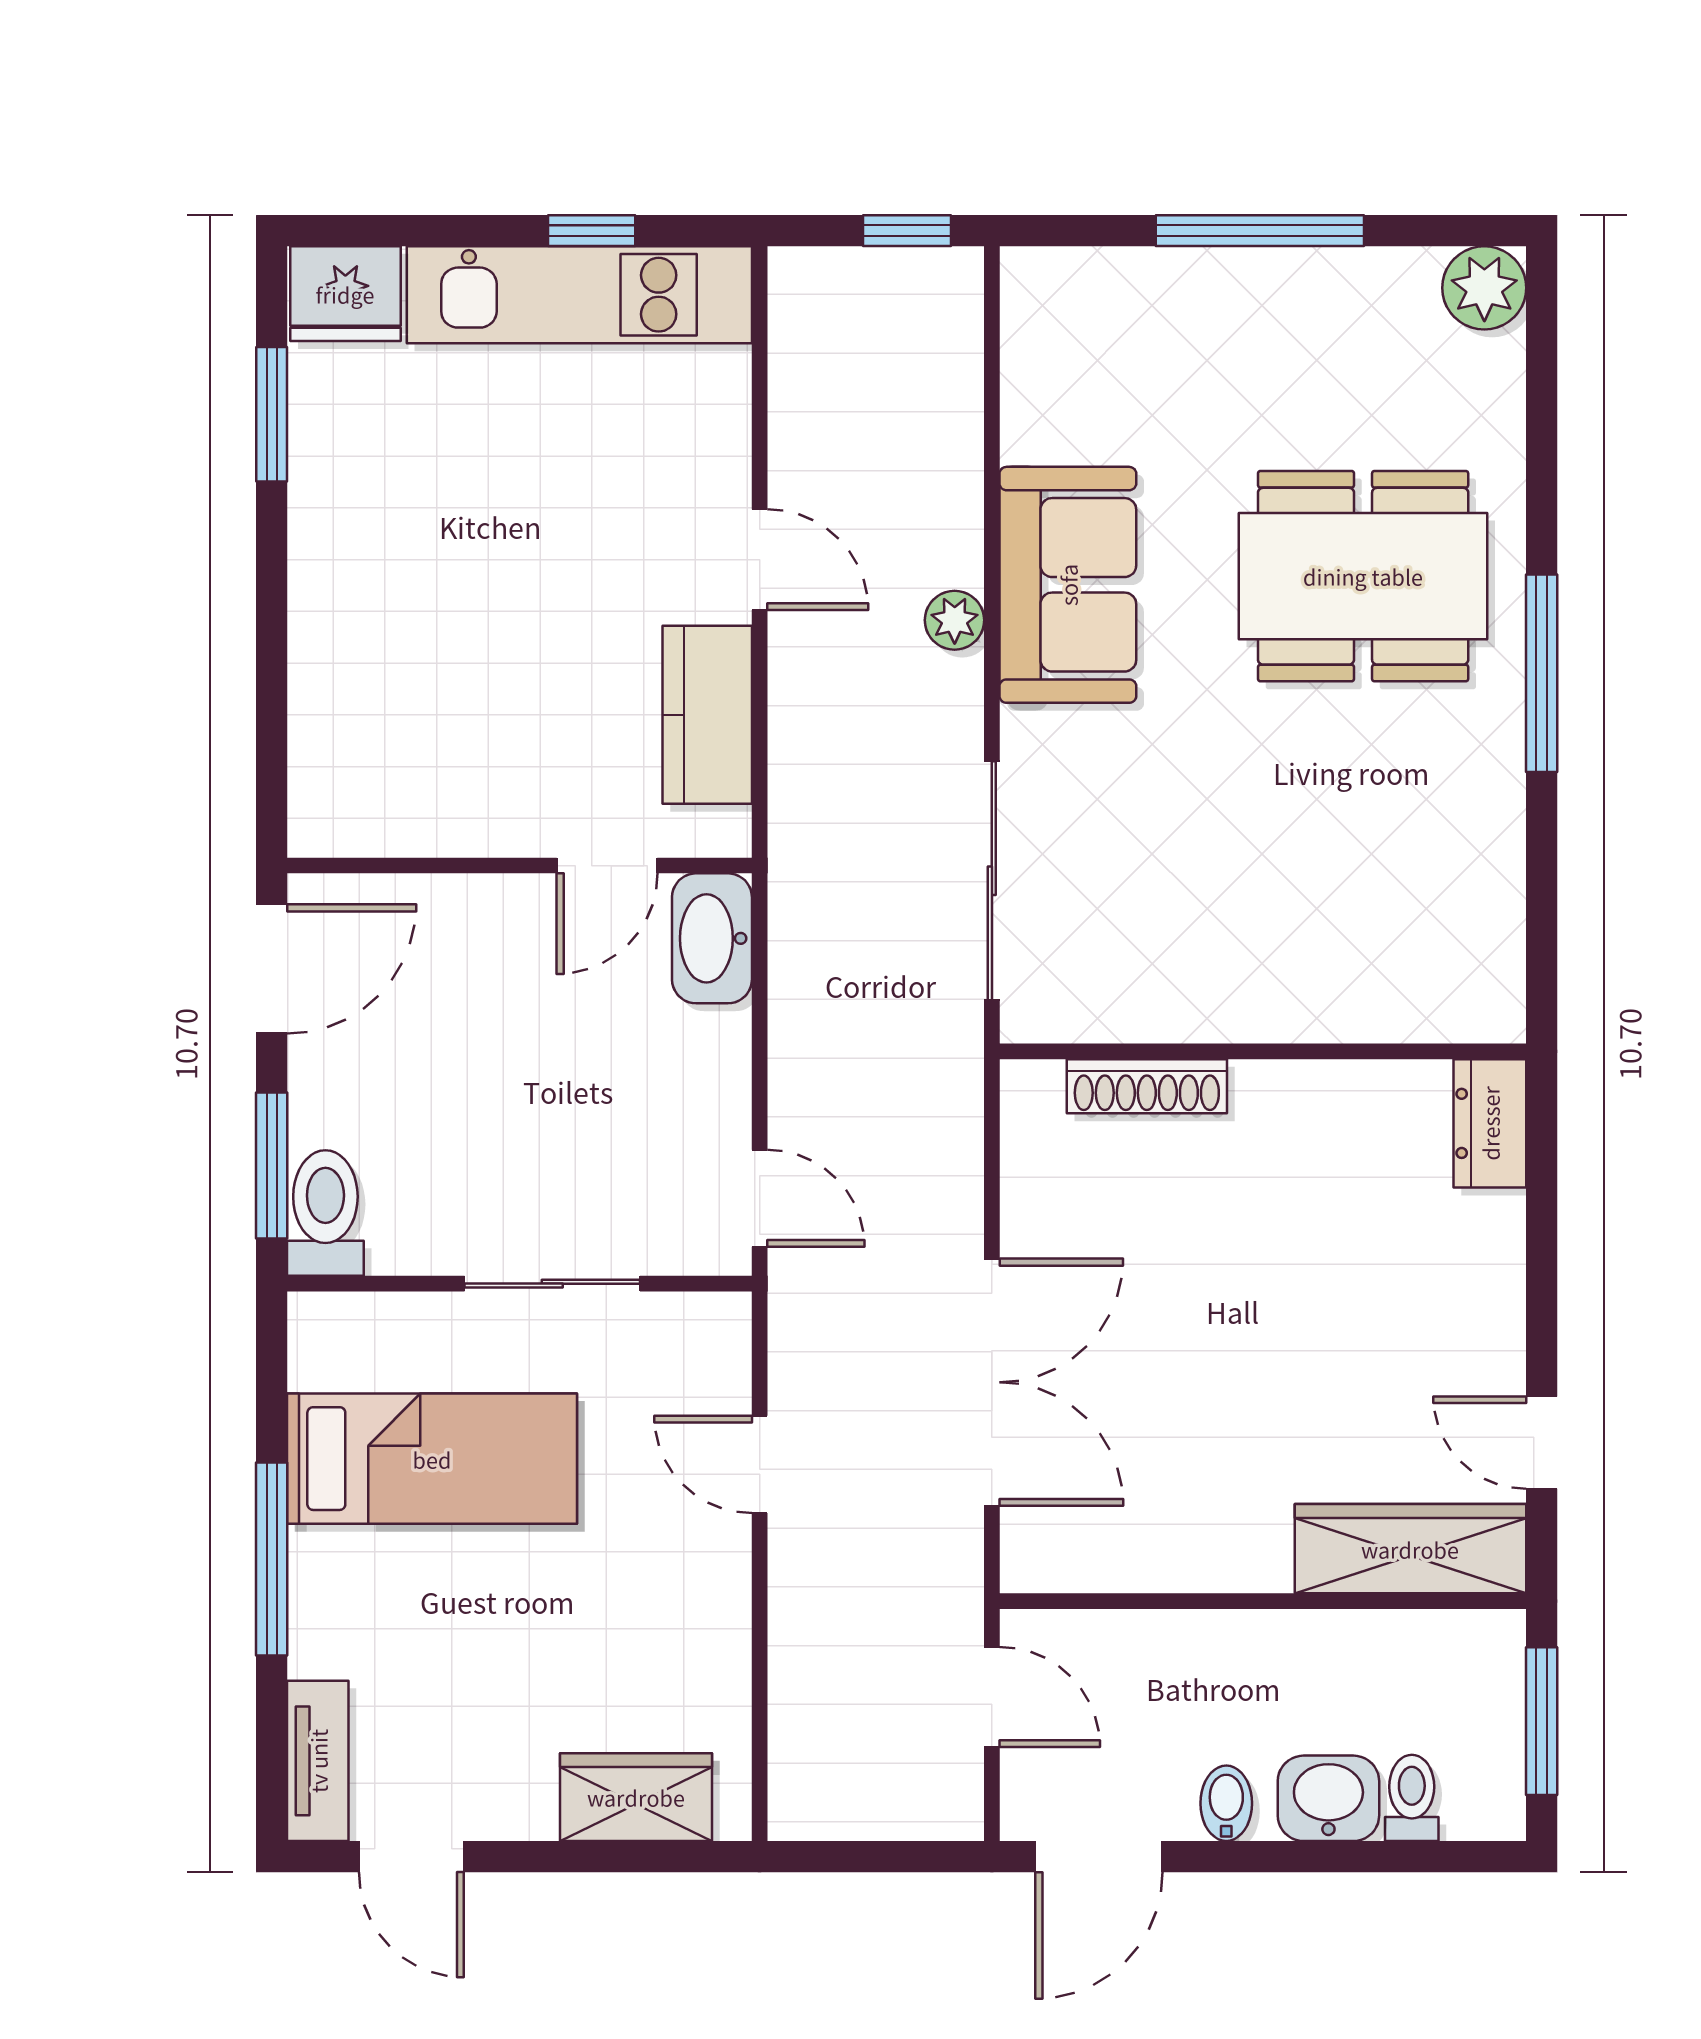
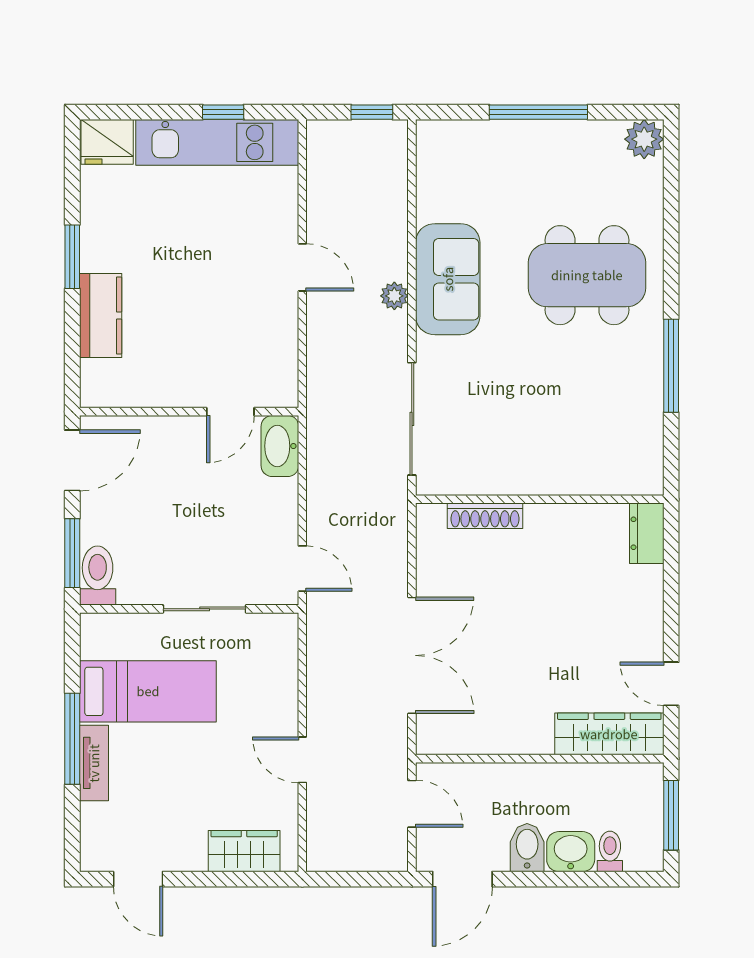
window: (272, 414) -> (72, 257), moved
window: (1542, 673) -> (671, 366), moved
kitchen counter: (707, 715) -> (101, 316), moved, turned 180
door: (760, 1464) -> (302, 760), moved
tv unit: (318, 1761) -> (94, 763), moved
bidet: (1226, 1803) -> (527, 848), width x1.38, depth x1.36

